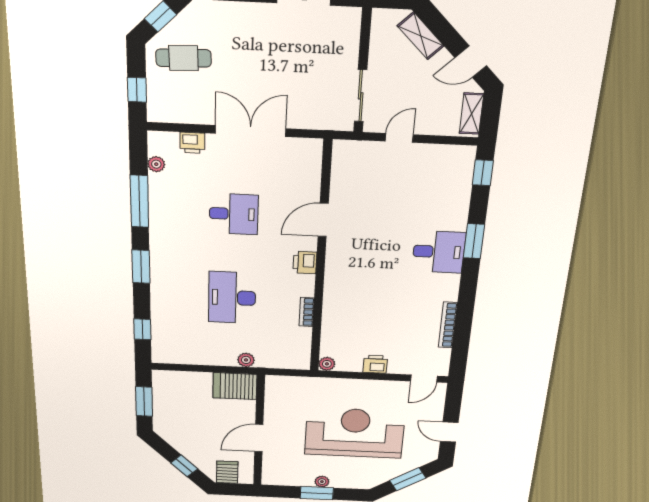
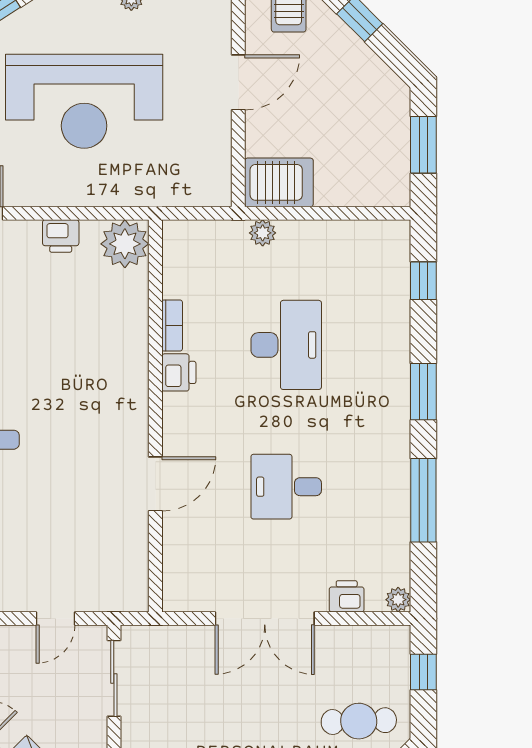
plant: (156, 164) -> (398, 600), moved
printer: (305, 263) -> (179, 372), moved
plant: (327, 364) -> (125, 244), width x1.88, depth x1.88

